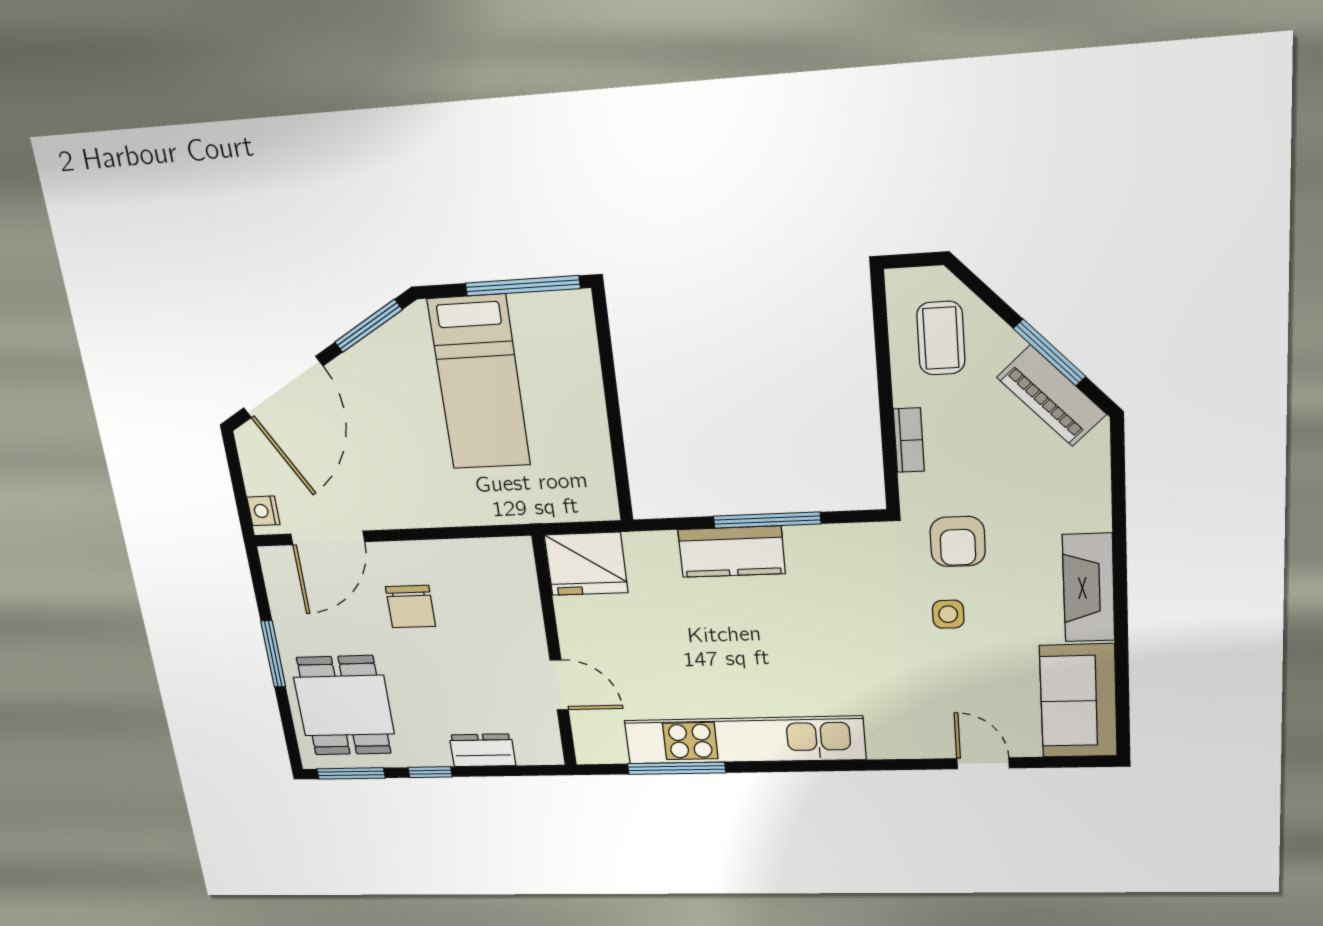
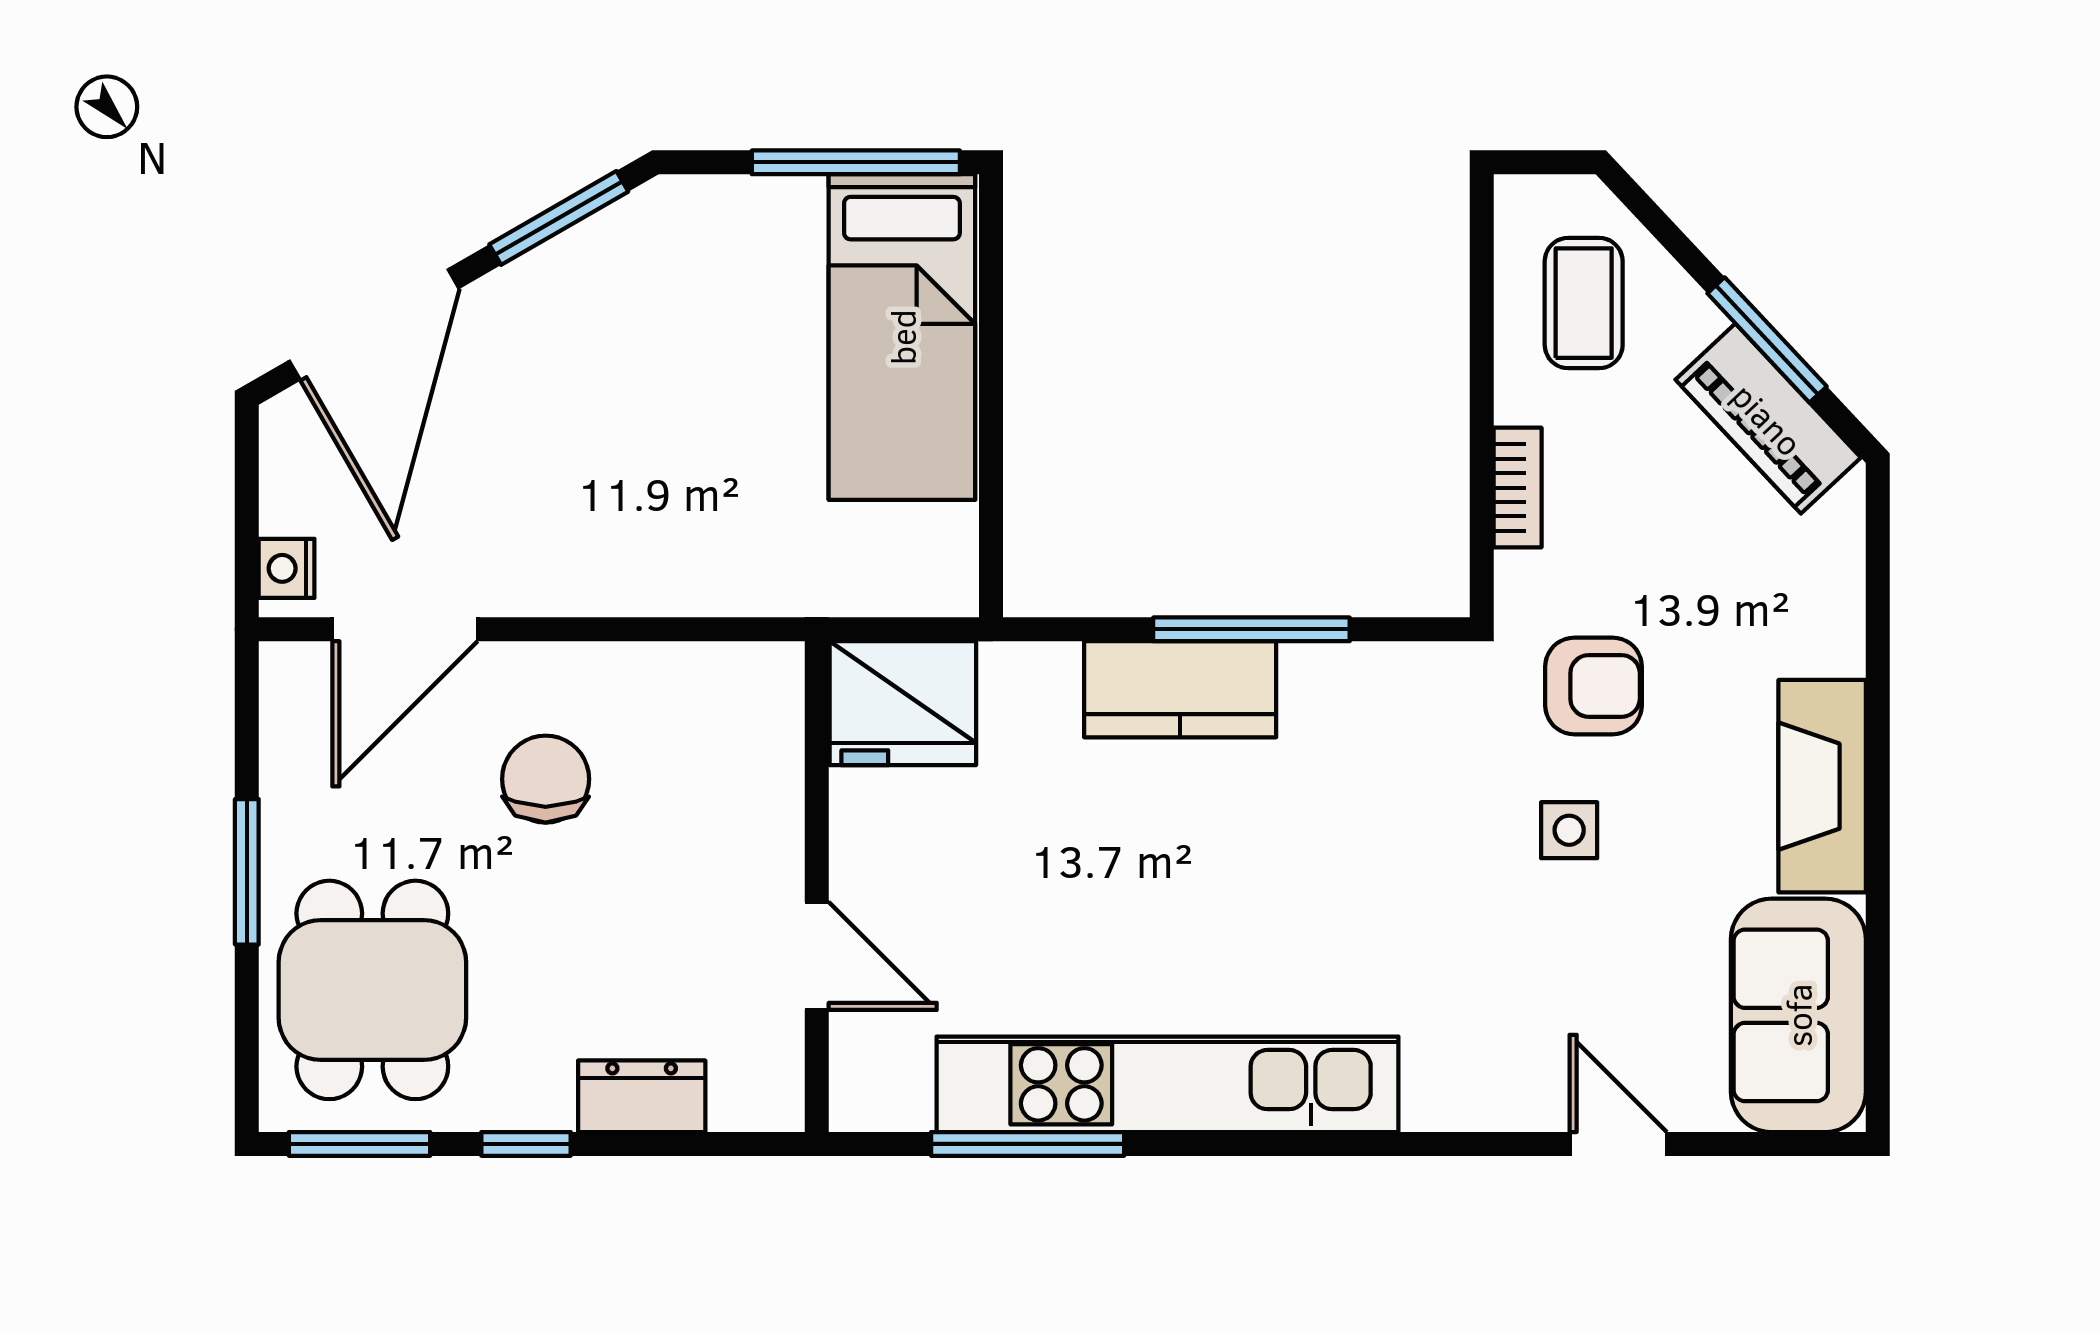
bed: (479, 383) -> (902, 337), moved
armchair: (958, 541) -> (1594, 686), turned -90
chair: (411, 607) -> (546, 779), turned 180

